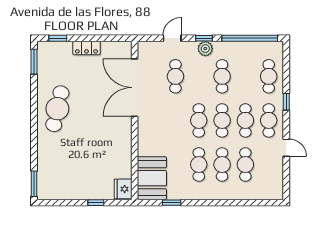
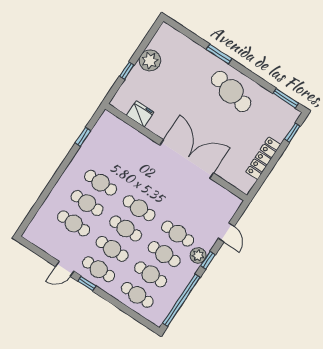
locker: (86, 48) -> (263, 158), width x1.53
cafe table: (175, 76) -> (178, 234), moved
cafe table: (245, 76) -> (151, 274), added
double door: (135, 88) -> (187, 159), moved
window: (286, 102) -> (87, 283), moved
booth: (152, 178) -> (116, 134), removed
window: (34, 184) -> (219, 54), moved
fridge: (123, 189) -> (140, 114), moved
plant: (76, 190) -> (150, 60), added

